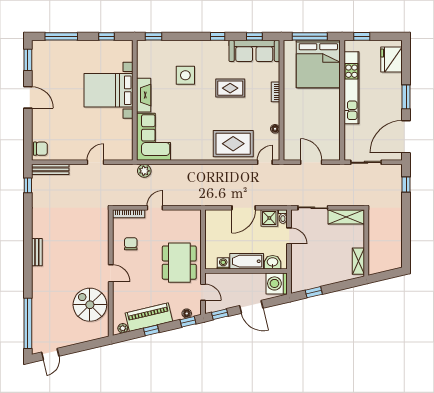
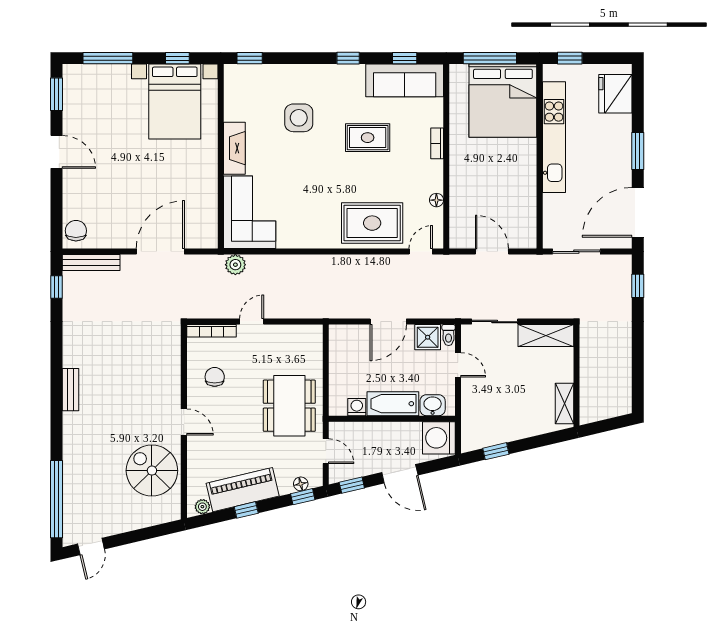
bed with nightstands: (108, 90) -> (175, 101), moved, turned -90
chair: (40, 149) -> (76, 231), turned -90
door: (95, 162) -> (160, 252), width x1.88

